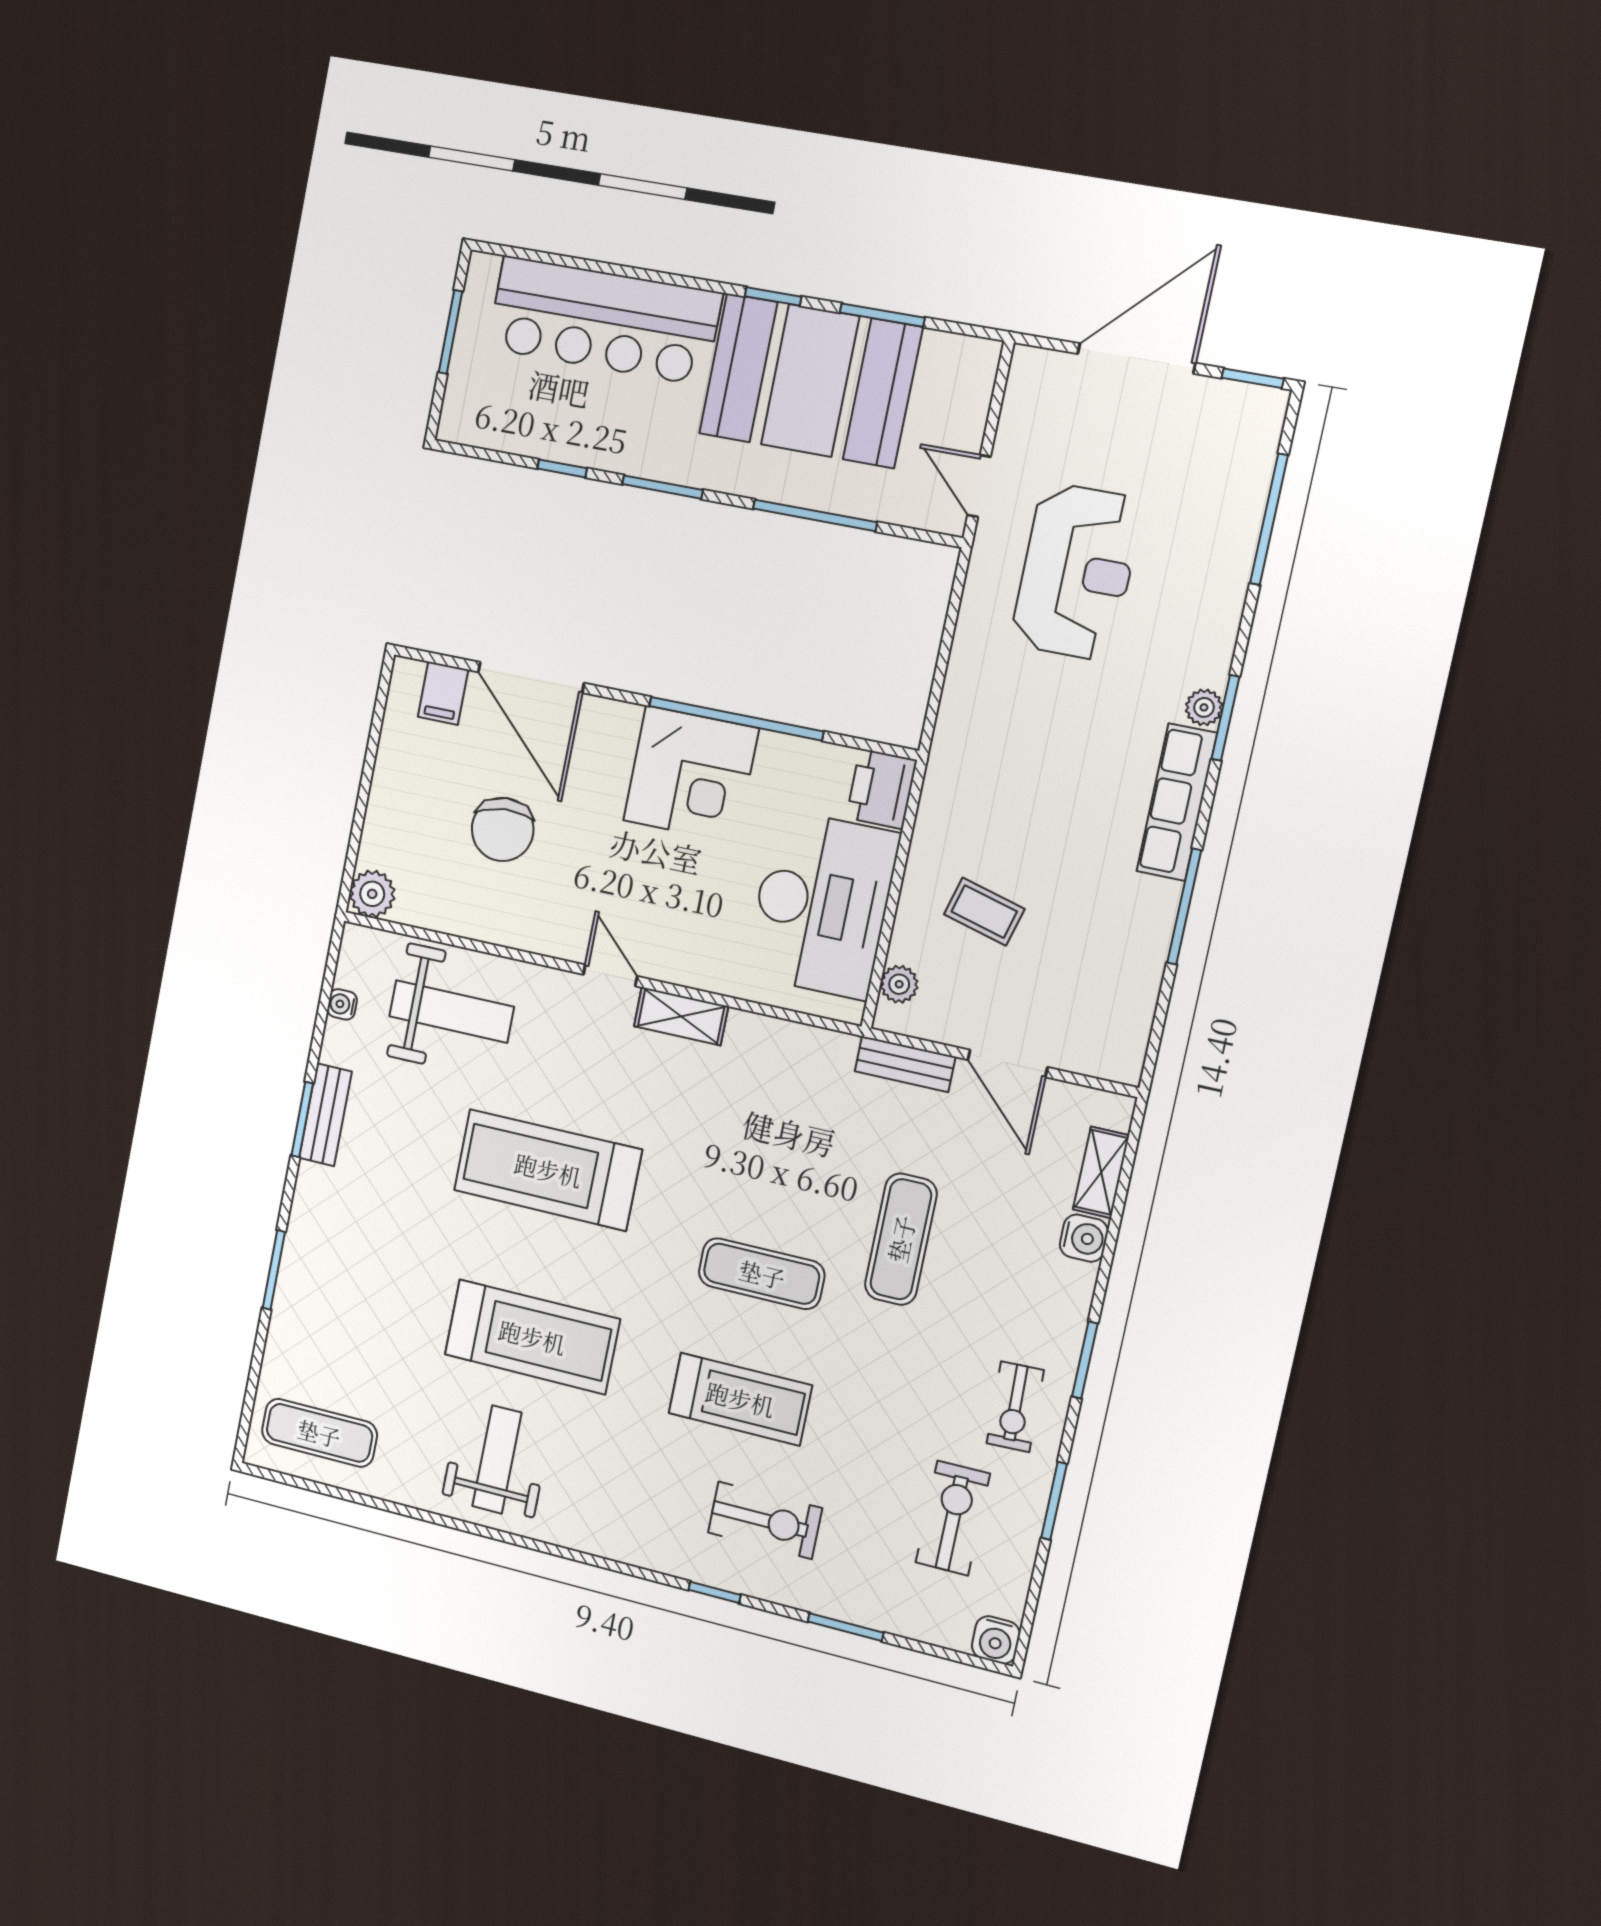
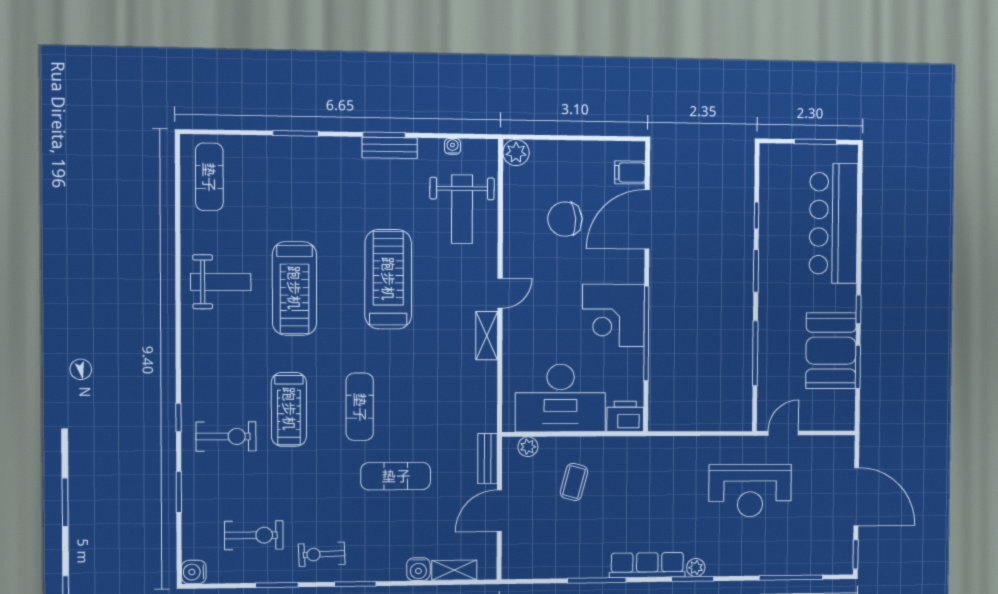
booth: (810, 381) -> (831, 351), width x0.73, depth x0.70
exercise bike: (765, 1520) -> (226, 436), turned -90

